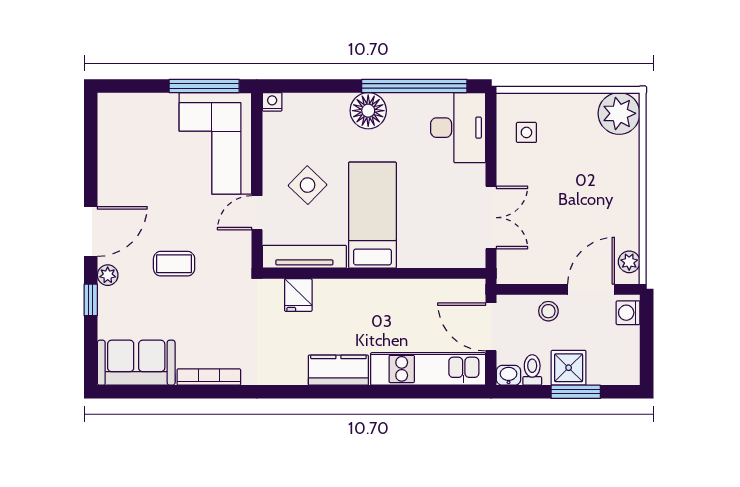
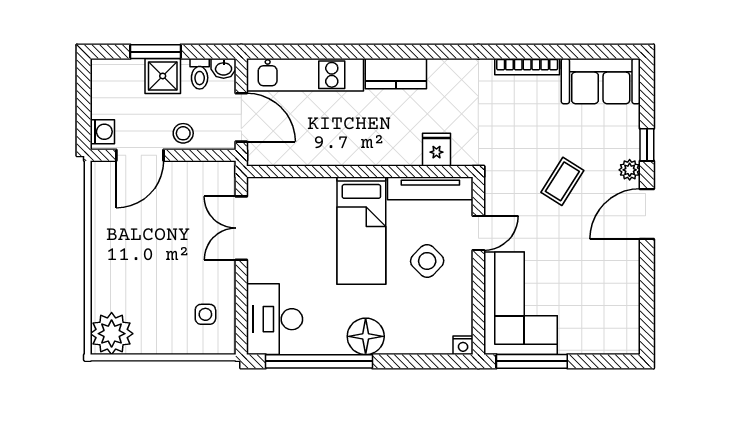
plant: (629, 262) -> (101, 183), removed
coffee table: (174, 264) -> (562, 181), turned -58

